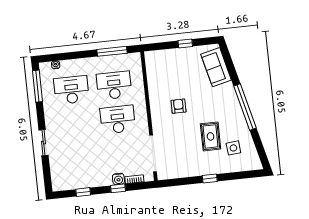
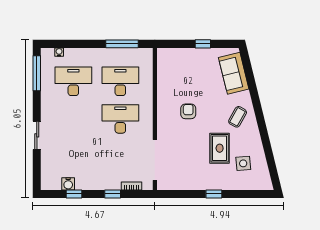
coffee table: (224, 106) -> (238, 117), added
window: (245, 107) -> (261, 120), removed
water cooler: (118, 179) -> (68, 184), moved

